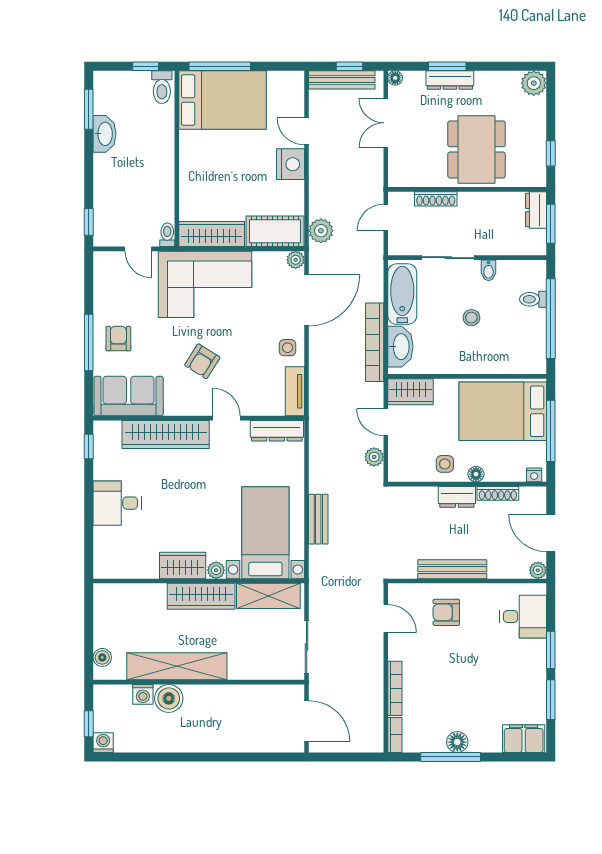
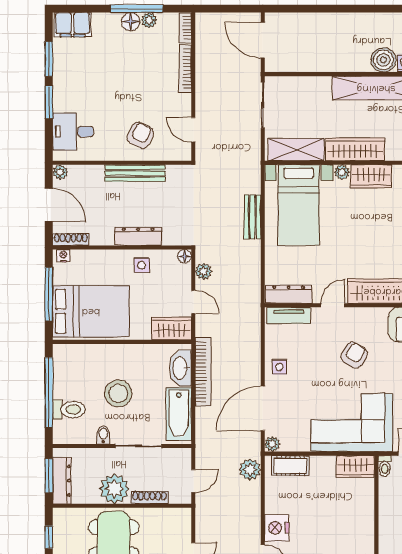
plant: (476, 209) -> (114, 489), added
dresser: (536, 210) -> (62, 481), width x1.44
cot: (275, 231) -> (290, 466), width x0.73, depth x0.75
wardrobe: (212, 234) -> (355, 467), width x0.67
toilet: (533, 299) -> (69, 409), width x1.37, depth x1.39
stool: (471, 318) -> (118, 393), width x1.89, depth x1.89
tv unit: (295, 391) -> (289, 316), moved, turned 90
door: (226, 418) -> (333, 305), swing flipped
floor lamp: (476, 474) -> (185, 256), moved
shoe rack: (498, 493) -> (71, 239), moved
dresser: (457, 497) -> (138, 236), width x1.44
armchair: (446, 612) -> (140, 135), turned -64
plant: (436, 744) -> (149, 20), added

